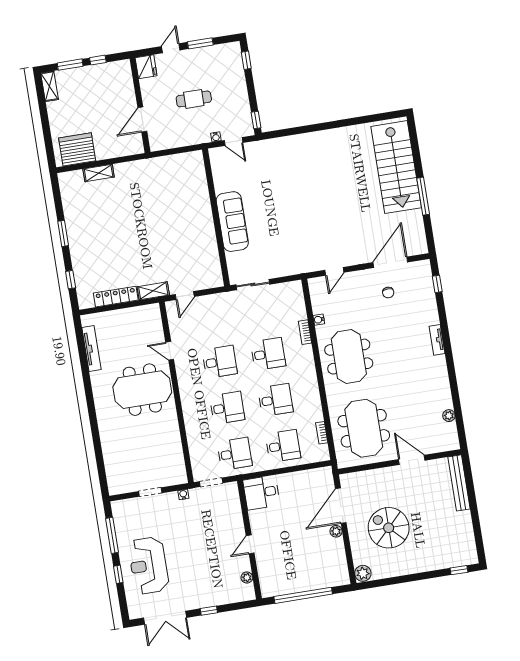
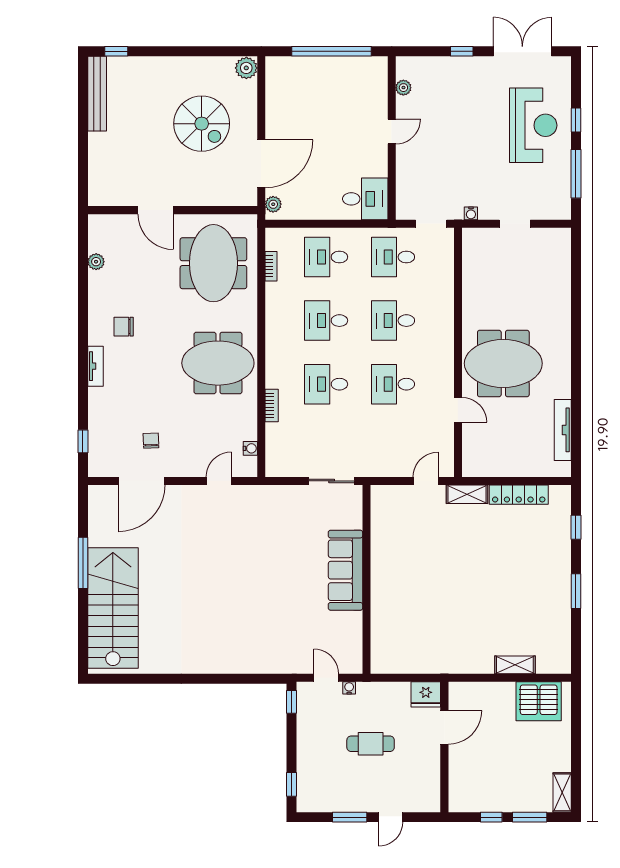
fridge: (146, 67) -> (426, 694), moved, turned -90
water cooler: (319, 320) -> (250, 448), moved
meeting table: (349, 357) -> (218, 363), turned 90
chair: (421, 372) -> (124, 327), added
bench: (459, 483) -> (97, 94), moved
plant: (336, 531) -> (273, 204), moved

